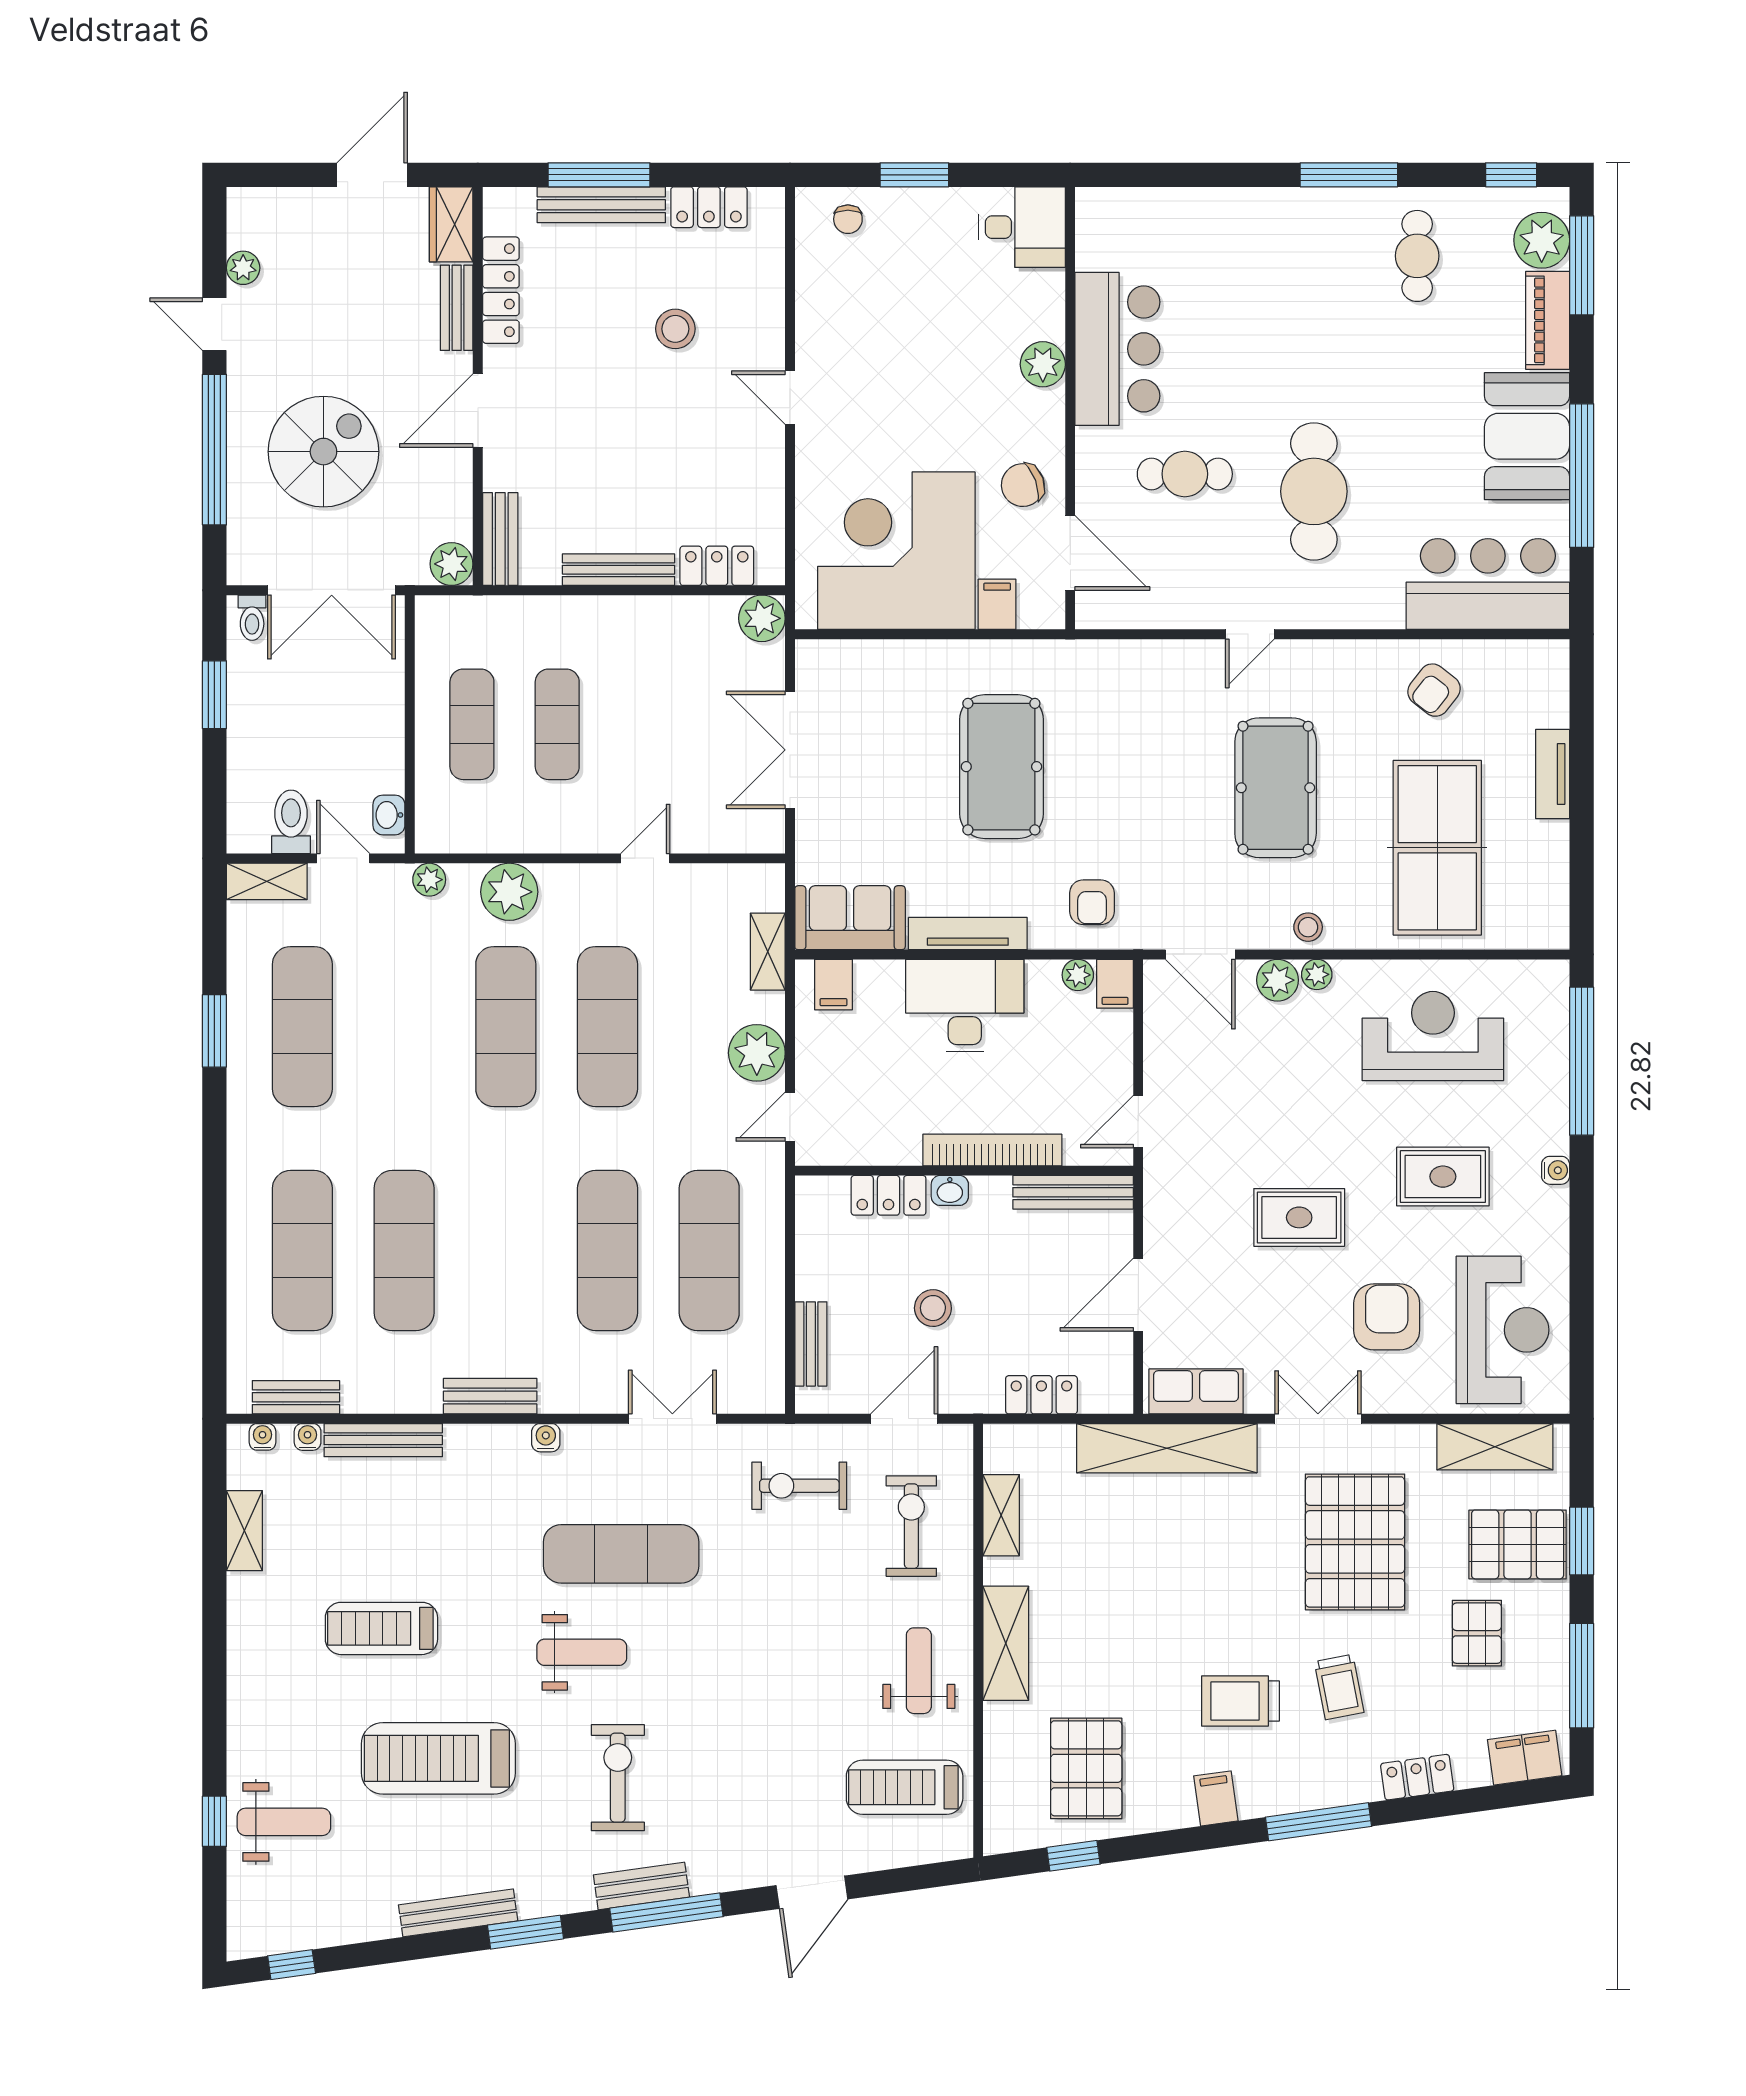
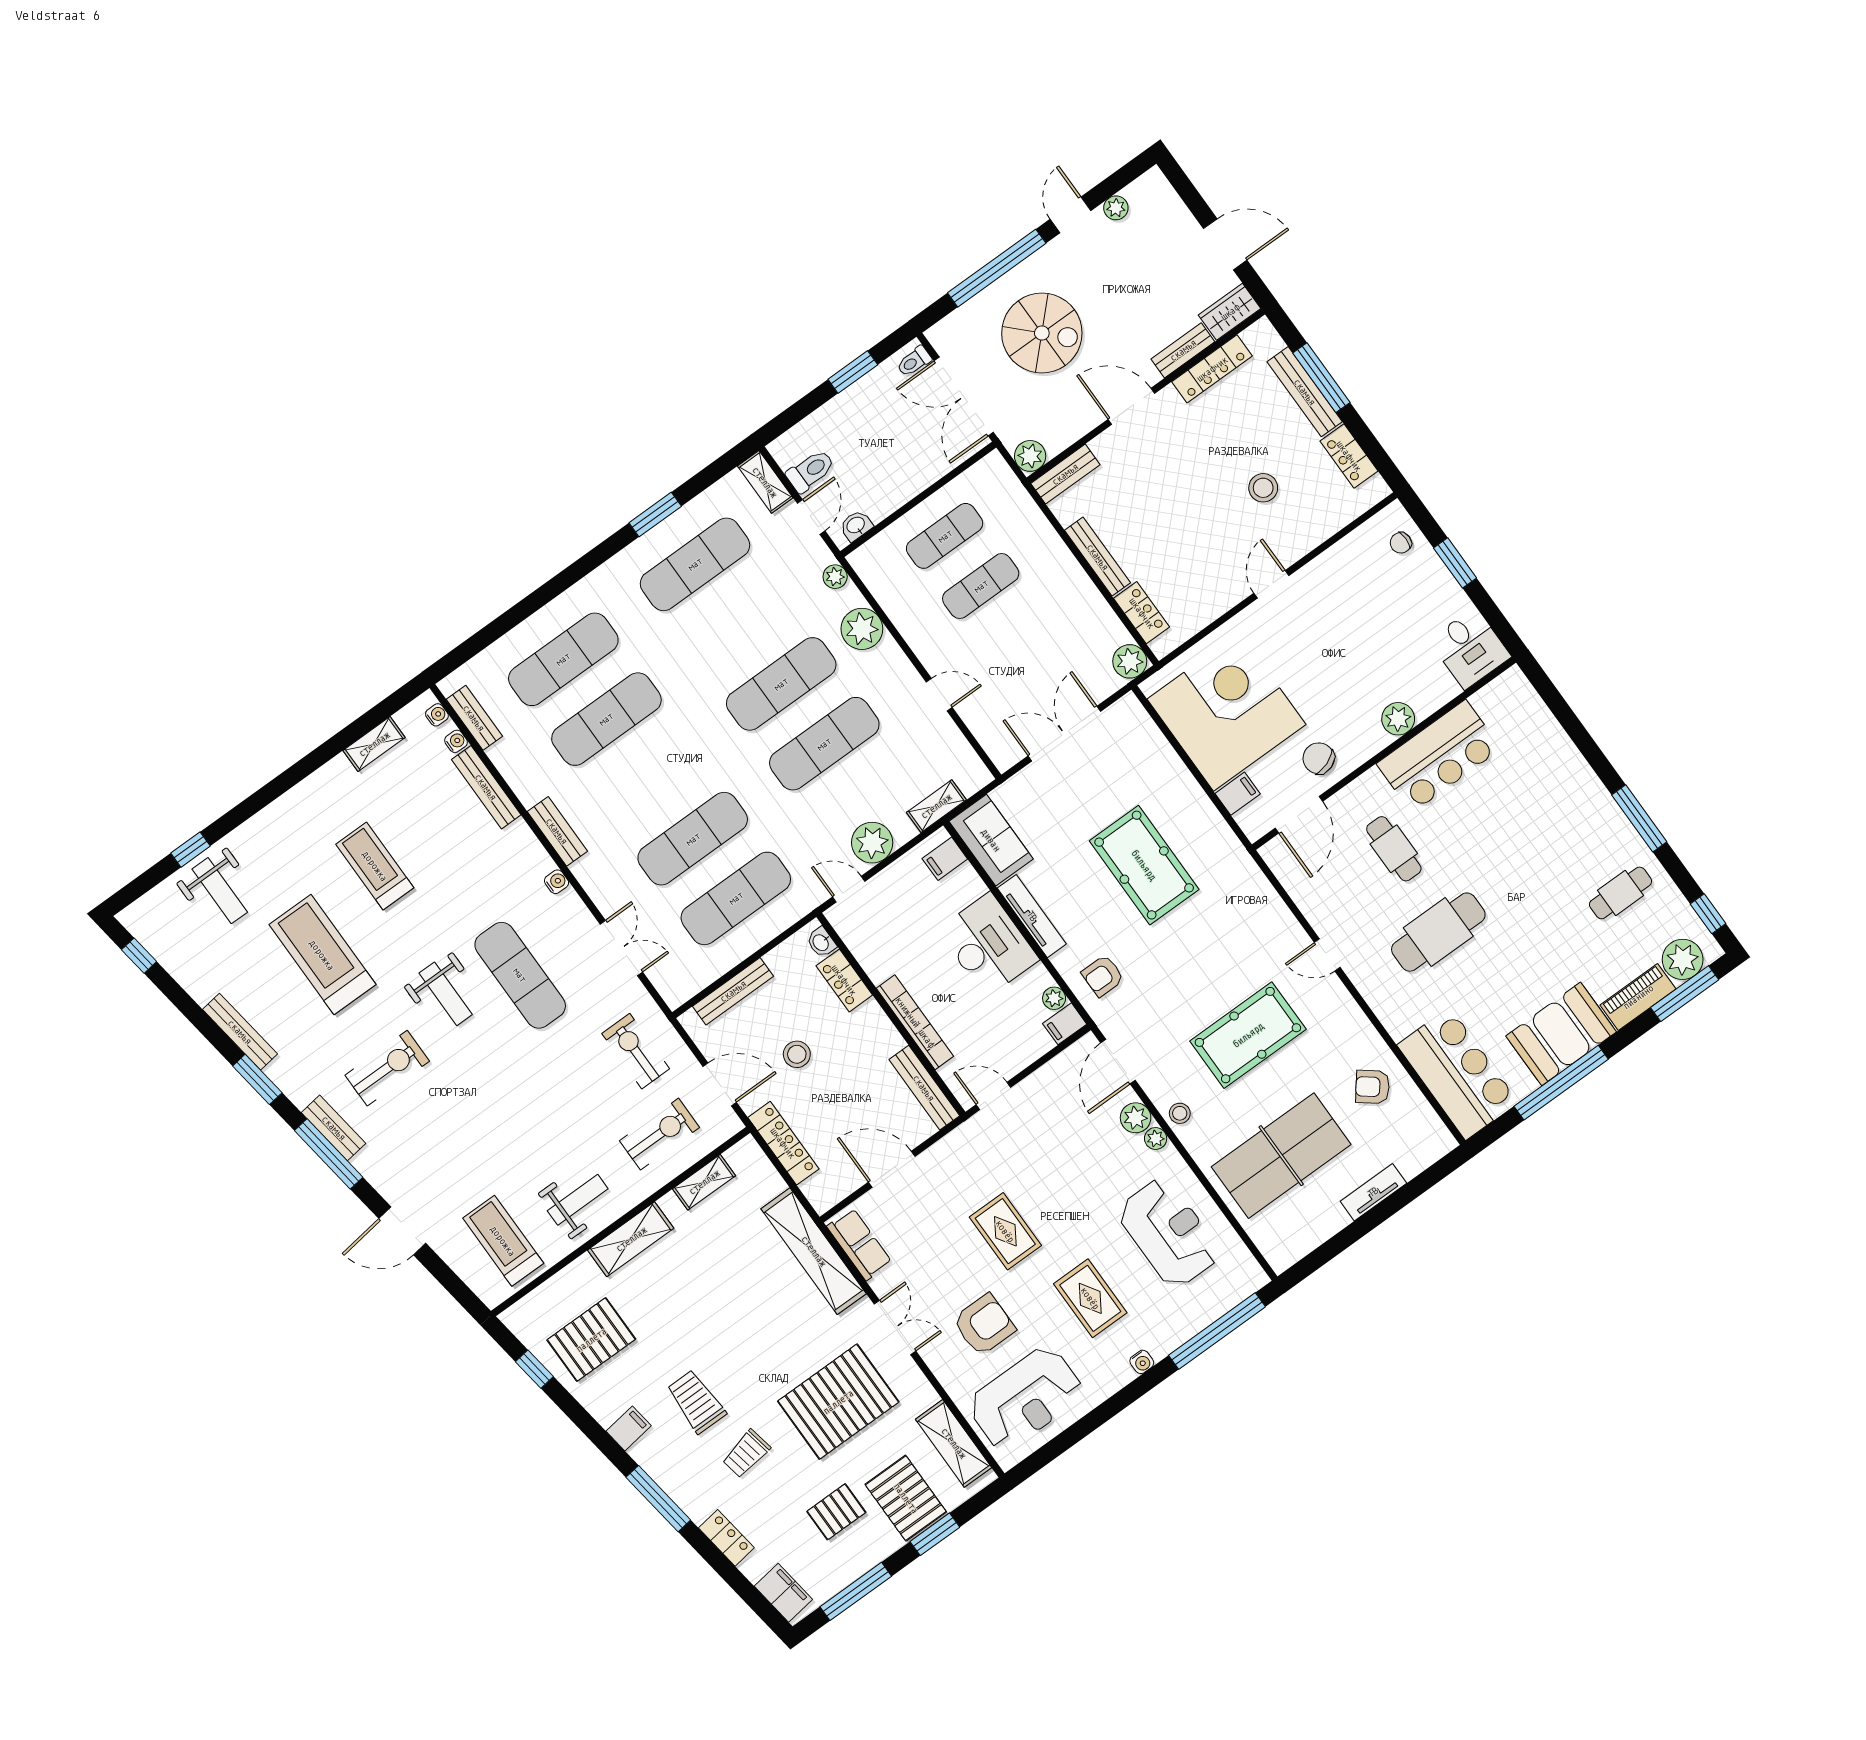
pool table: (1001, 767) -> (1144, 865), turned 90
washbasin: (950, 1190) -> (821, 942), moved
bench: (811, 1344) -> (733, 991), width x1.36
locker: (1041, 1395) -> (783, 1143), width x1.53

